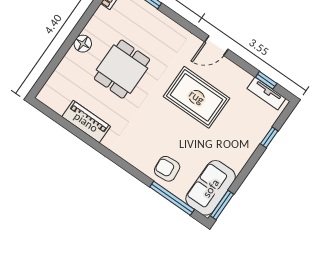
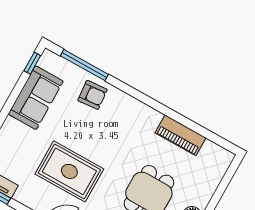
sofa: (211, 188) -> (36, 98), moved
window: (222, 205) -> (32, 63), width x0.67

